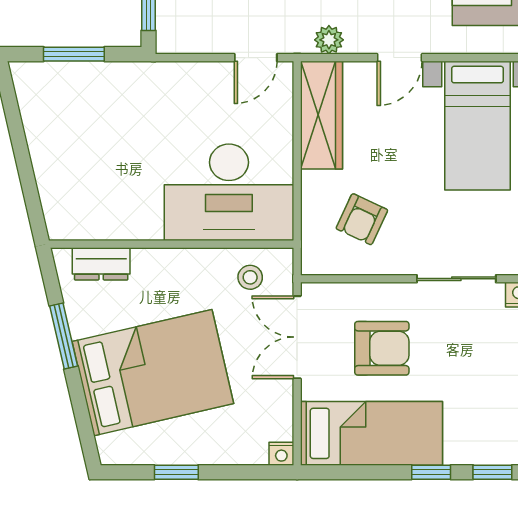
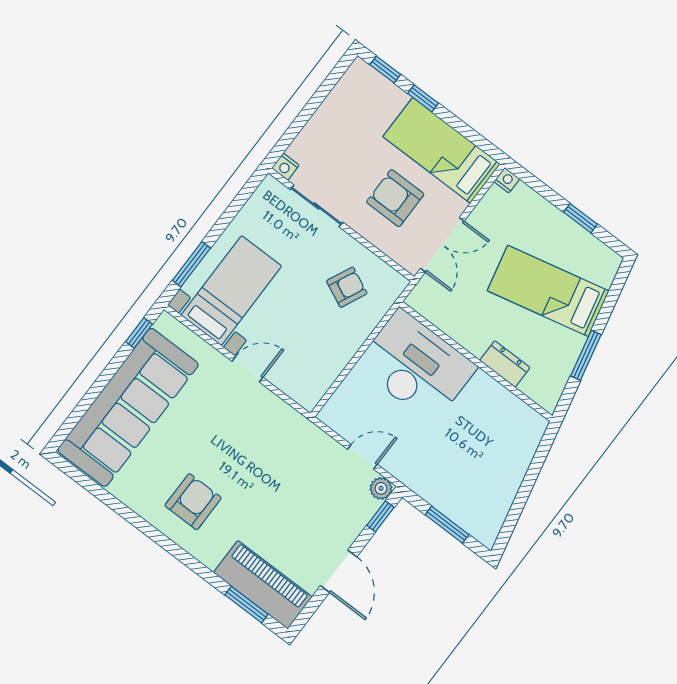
plant: (329, 40) -> (381, 488), moved
door: (256, 58) -> (362, 457), moved
wardrobe: (321, 115) -> (323, 371), removed
dresser: (101, 264) -> (505, 364), moved
stool: (250, 277) -> (443, 304), removed
bed: (153, 373) -> (548, 291), width x0.67

